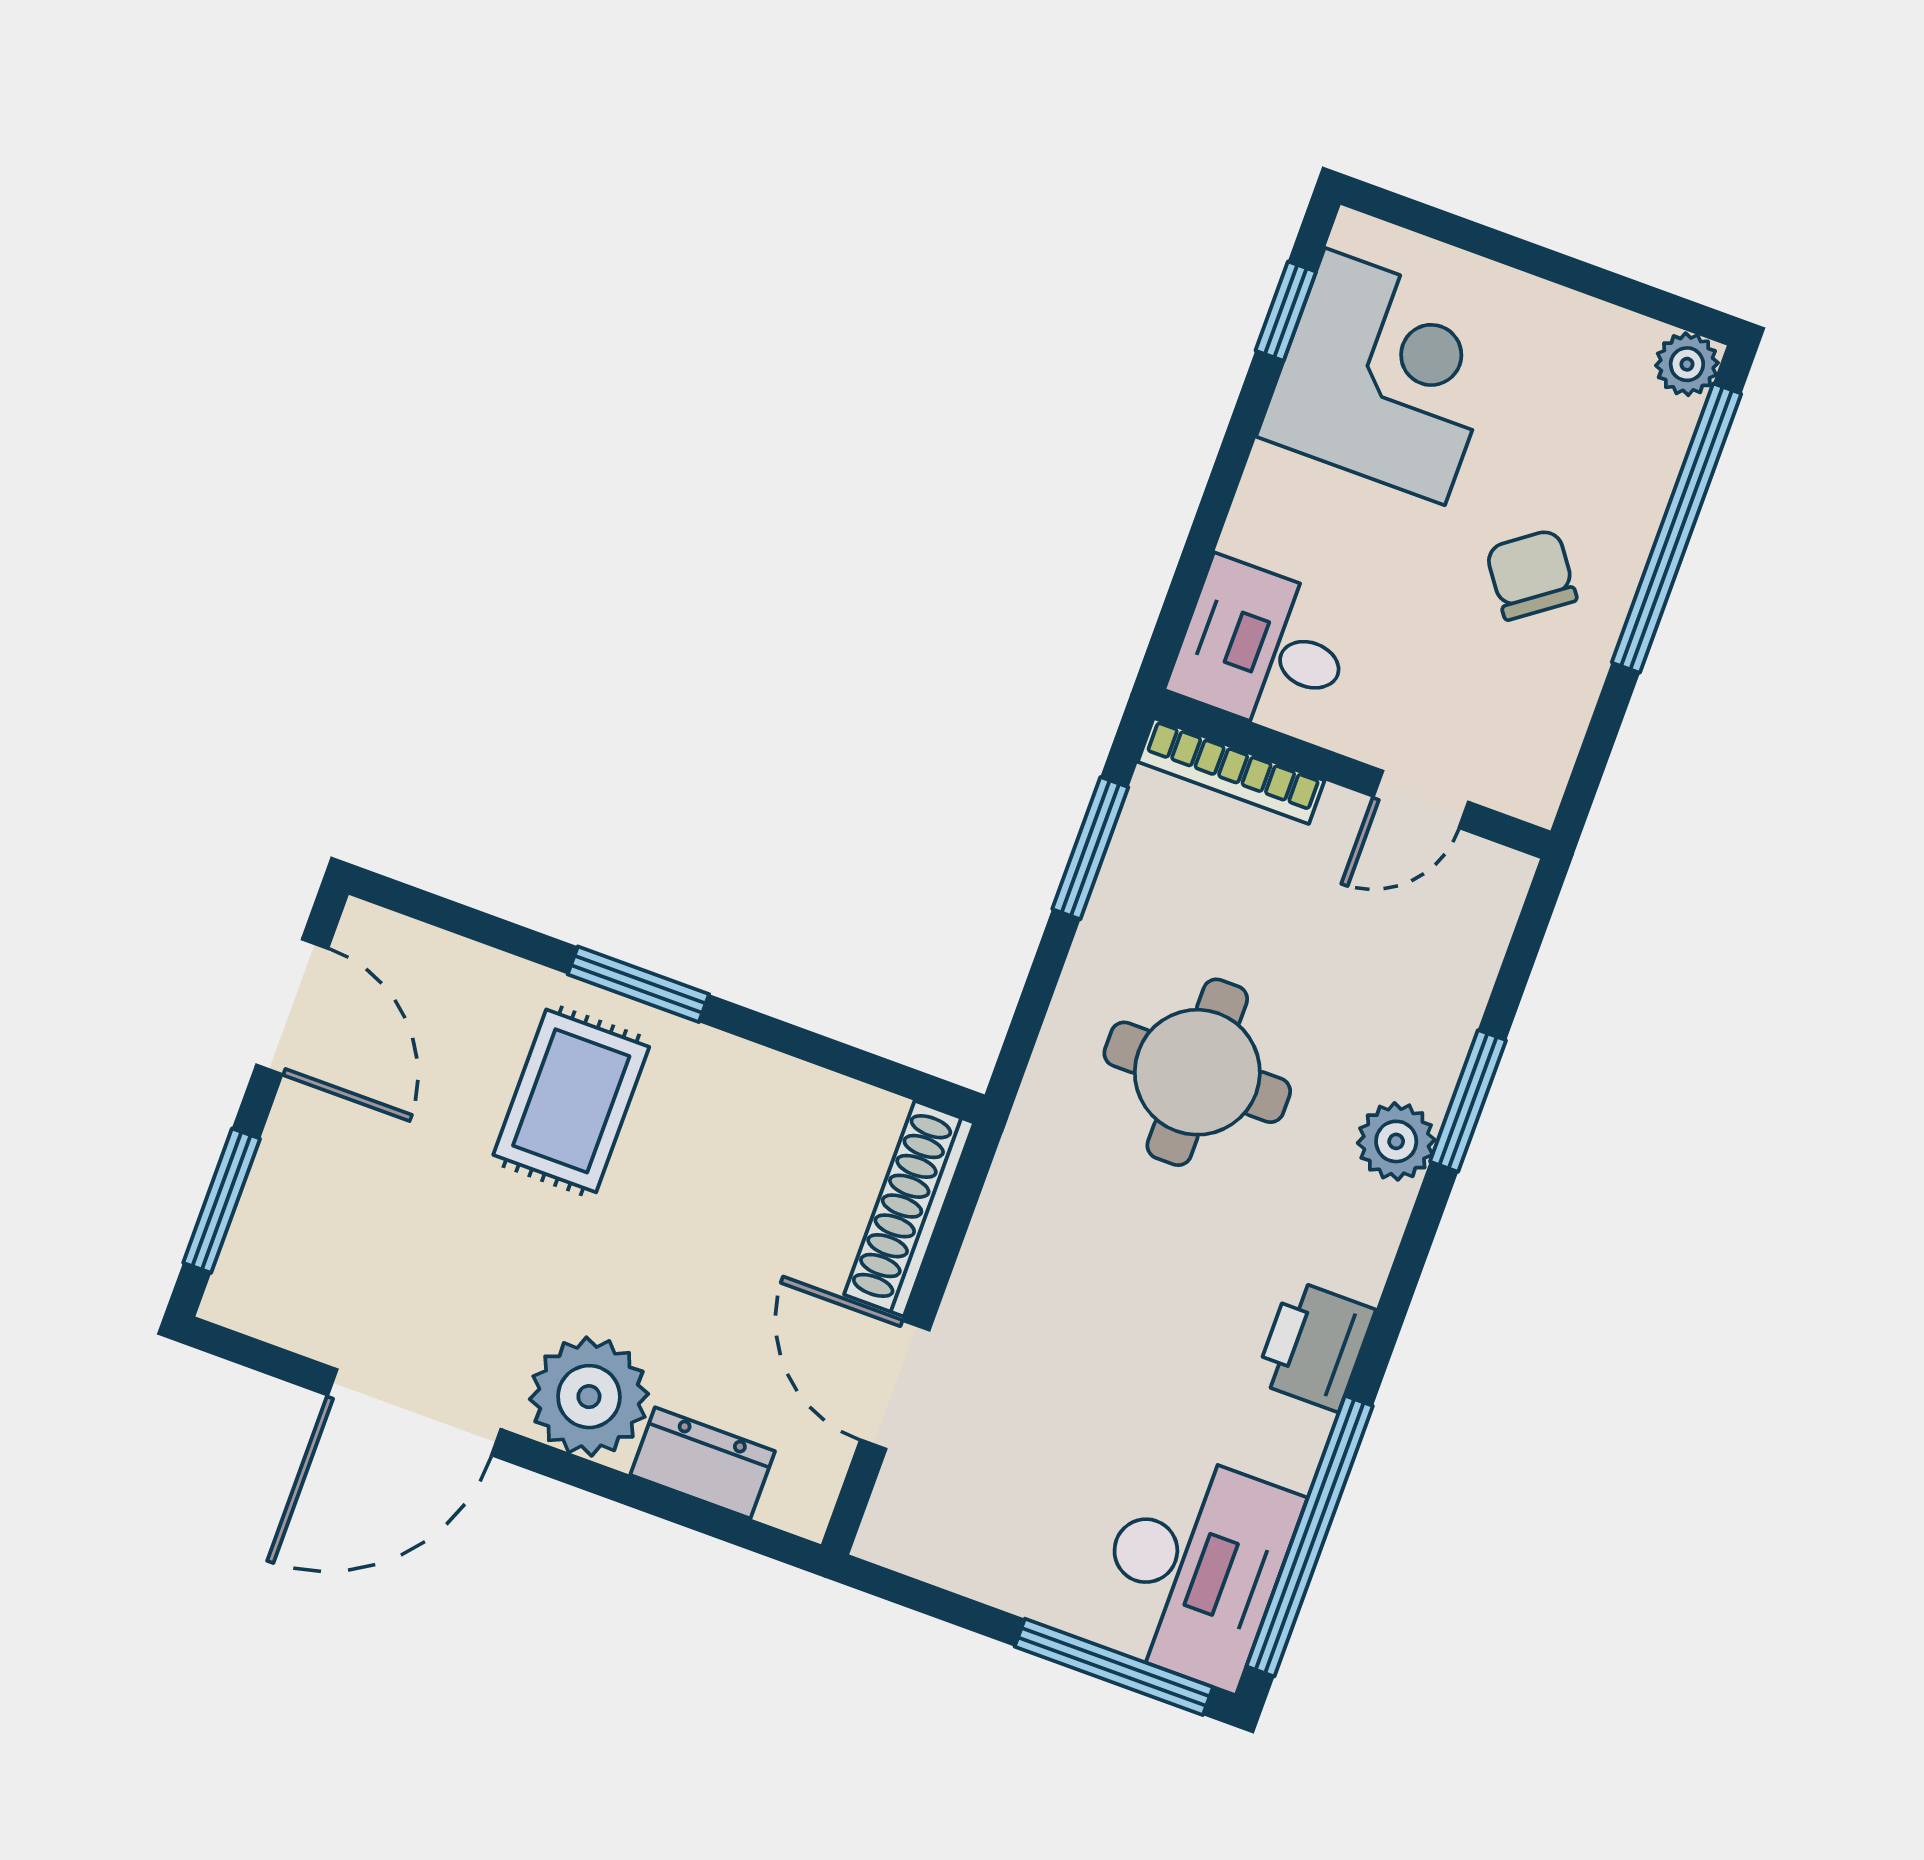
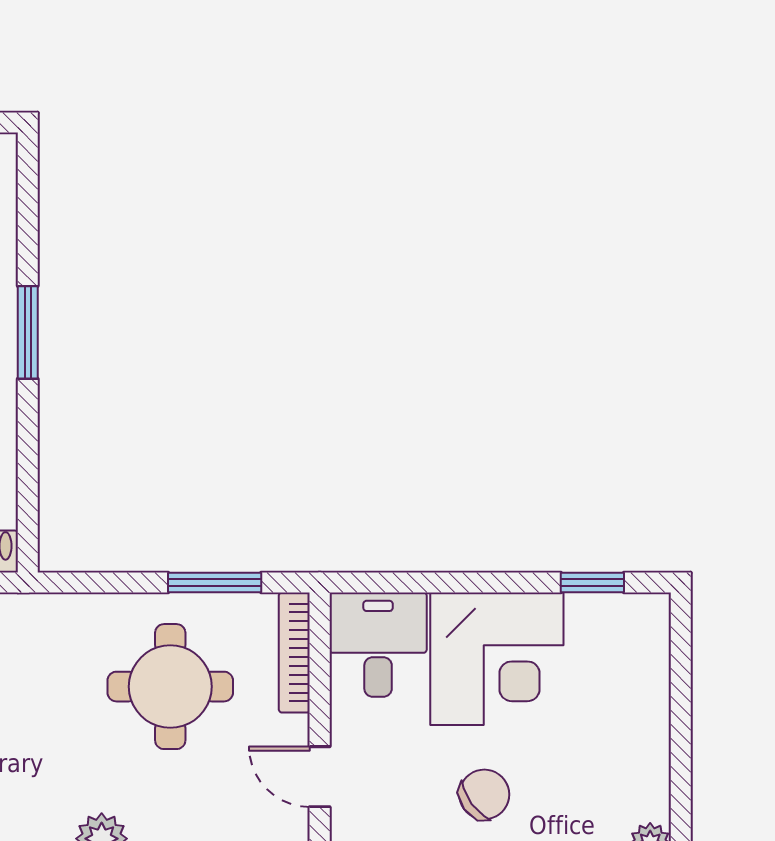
corner desk: (1385, 377) -> (497, 659), moved
round table: (1197, 1072) -> (170, 687), moved

